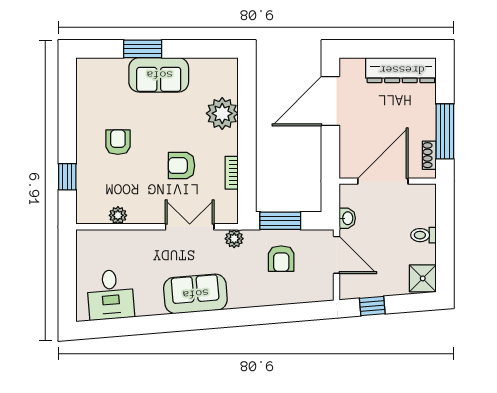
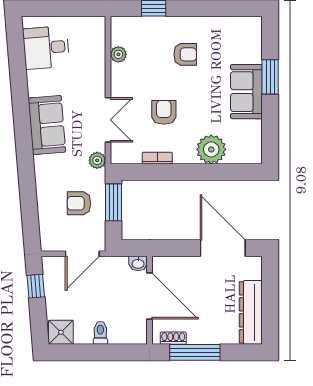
washbasin: (347, 218) -> (138, 263), moved

